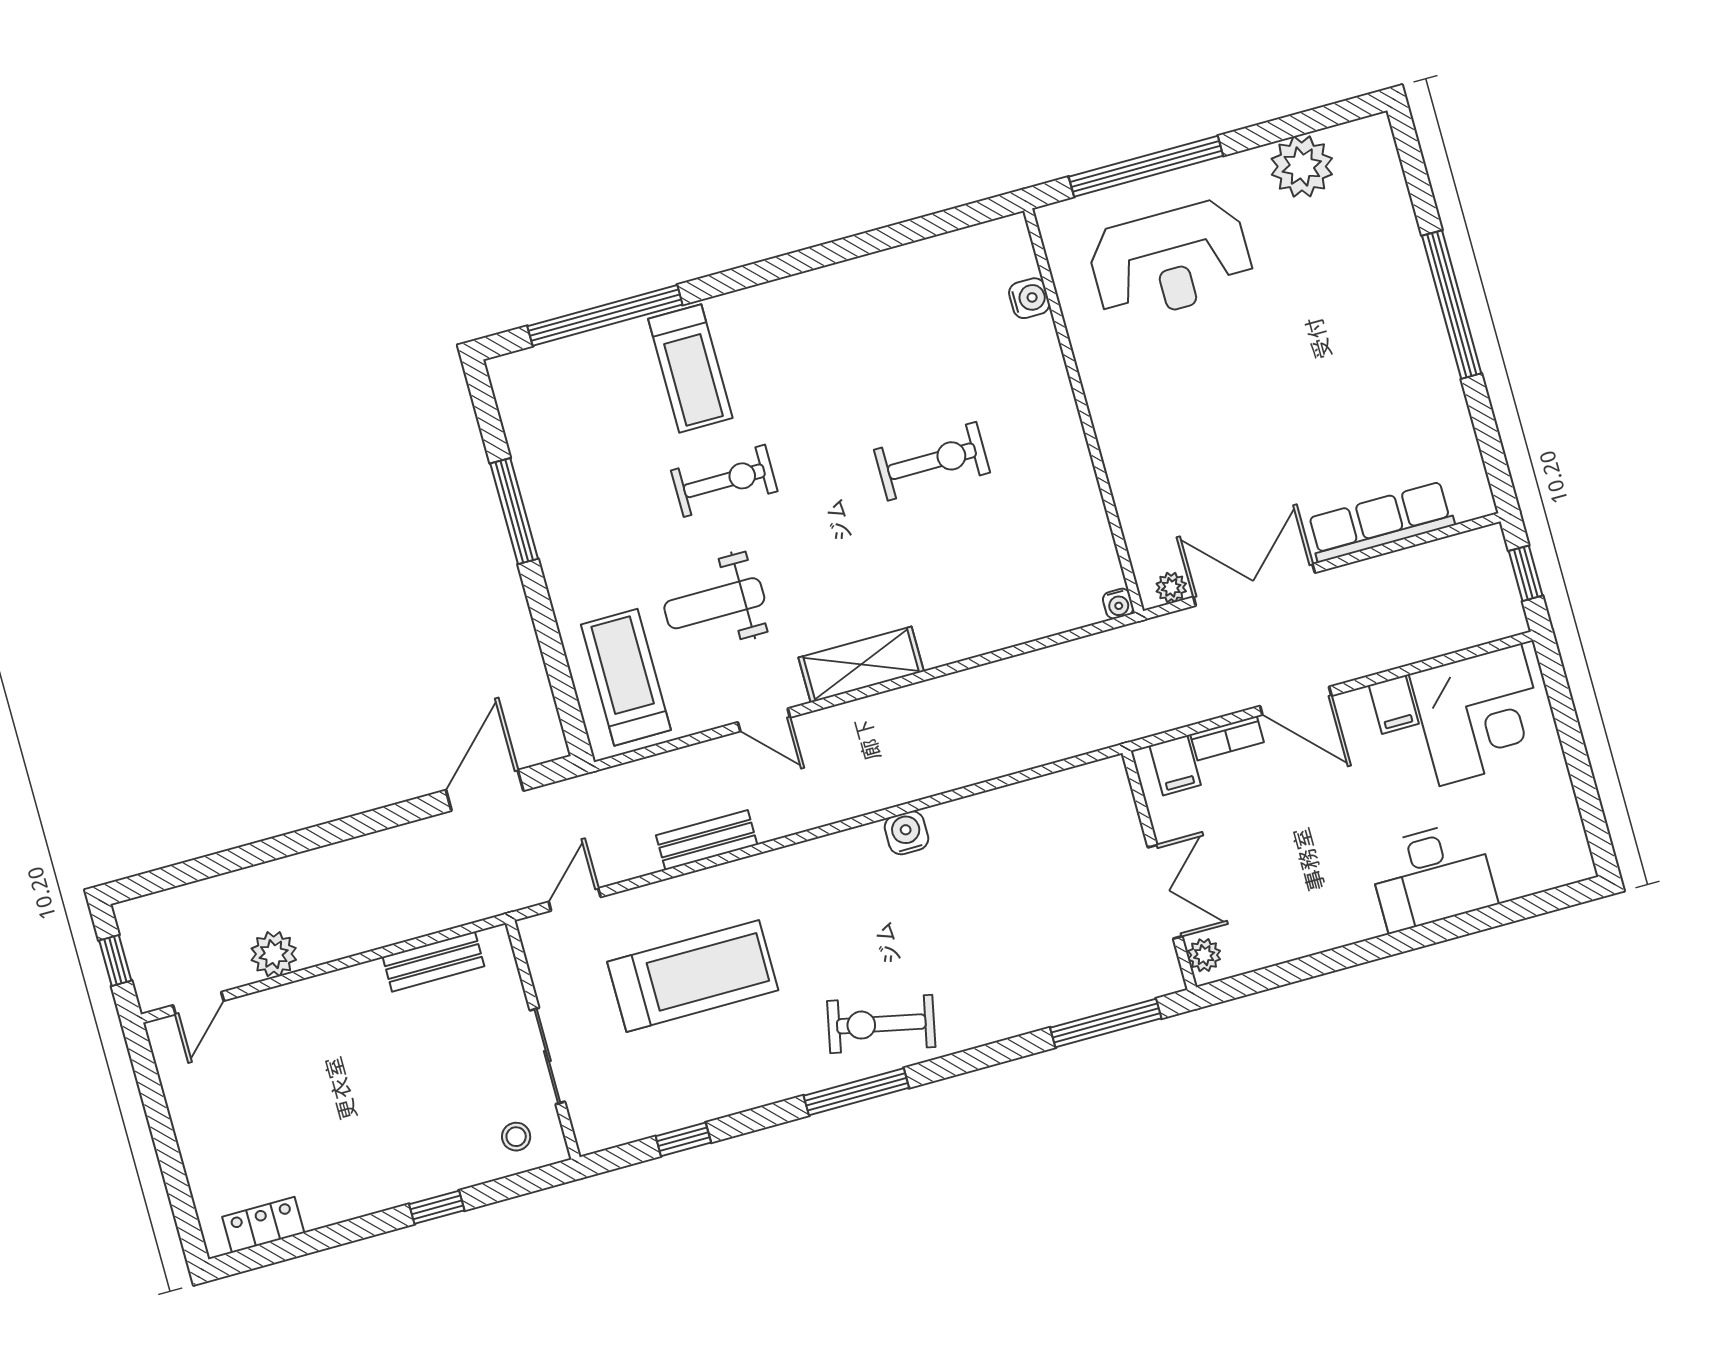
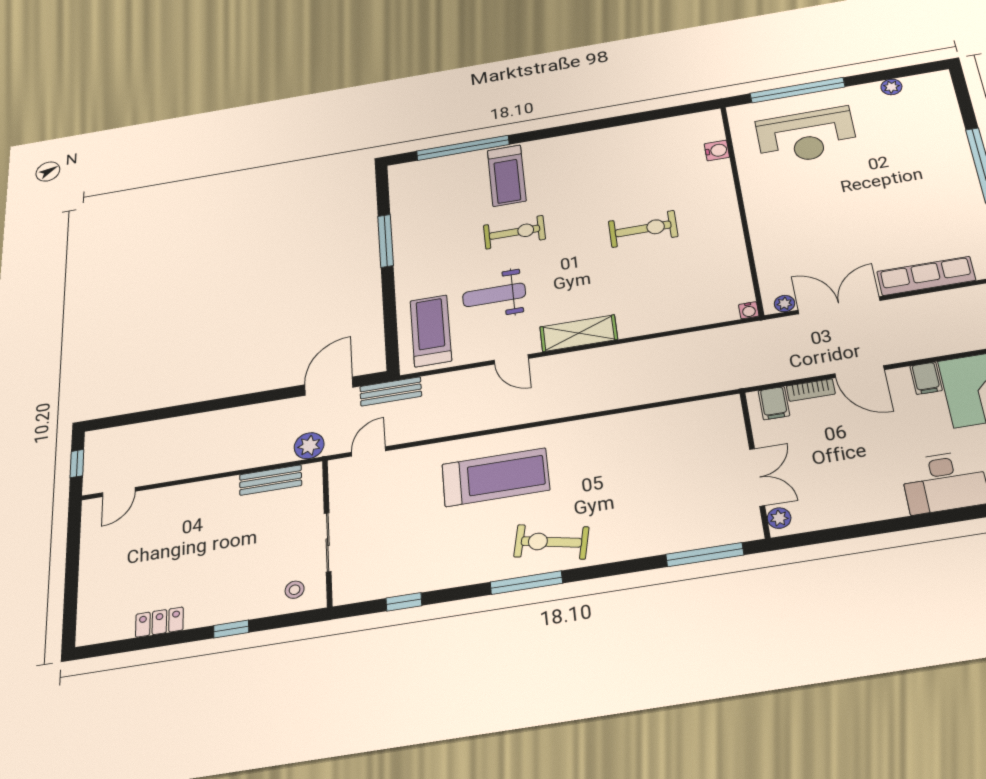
plant: (1302, 166) -> (891, 87), width x0.53, depth x0.53
water cooler: (906, 833) -> (590, 429), removed
bench: (707, 840) -> (391, 391), moved
plant: (274, 954) -> (309, 446), moved
treadmill: (693, 976) -> (496, 477), moved
locker: (263, 1225) -> (159, 622), moved

